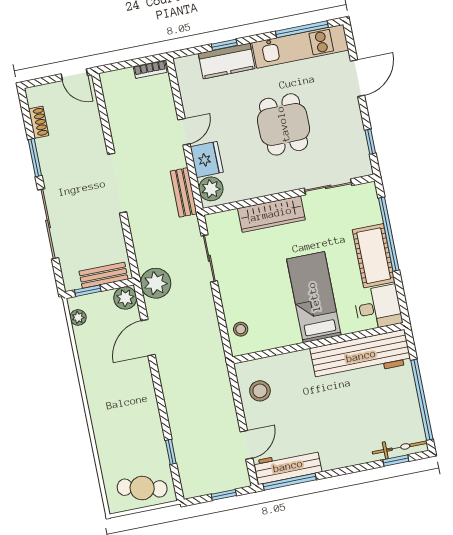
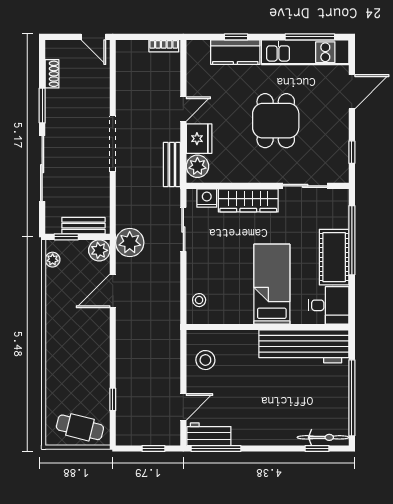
nightstand: (227, 220) -> (207, 198), added
workbench: (288, 466) -> (209, 434), width x0.73

